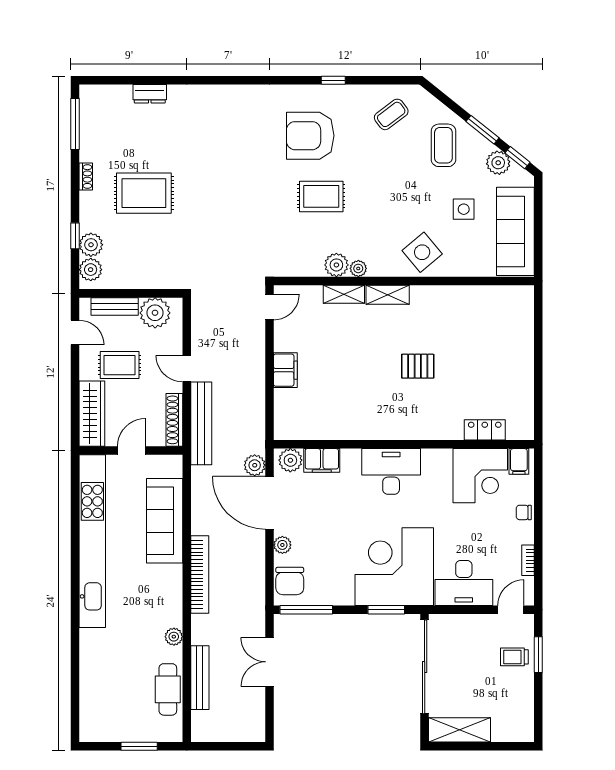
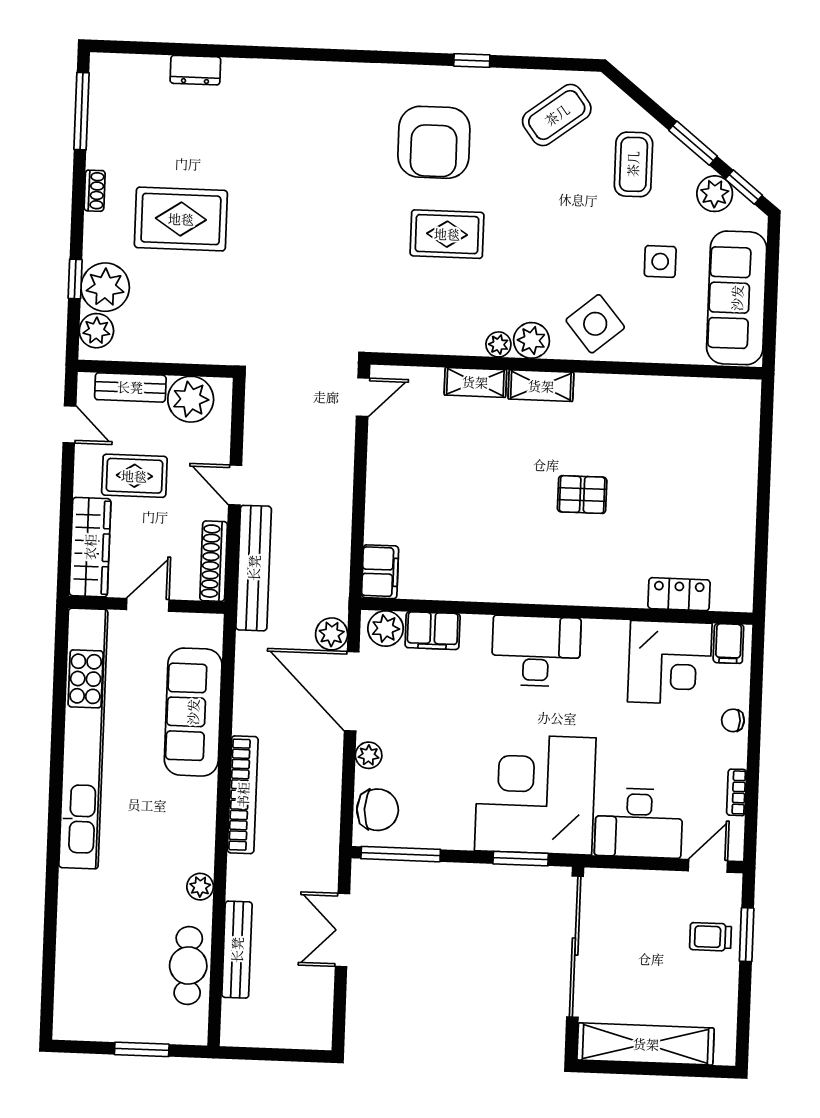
coffee table: (391, 114) -> (557, 115), width x1.36, depth x1.30
armchair: (310, 136) -> (434, 142), turned -90
plant: (91, 245) -> (105, 287), width x1.36, depth x1.36
plant: (336, 265) -> (531, 340), moved
filing cabinet: (285, 370) -> (380, 572), moved
chair: (290, 581) -> (378, 810), turned -90
shelving: (460, 730) -> (646, 1044), width x1.47

